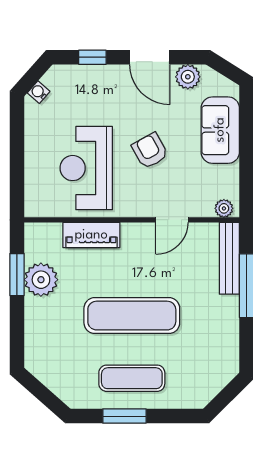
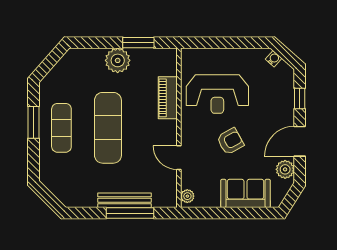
reception desk: (86, 168) -> (217, 94), turned 180
bench: (229, 258) -> (125, 200), moved
plant: (41, 280) -> (118, 60), moved

